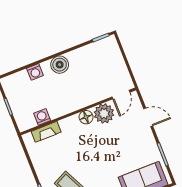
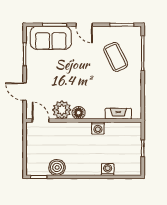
boiler: (60, 65) -> (57, 167), moved
door: (121, 95) -> (41, 121), hinge flipped
washing machine: (42, 117) -> (98, 128), moved

